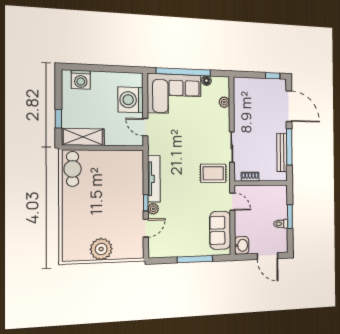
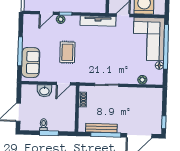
rug: (213, 173) -> (67, 52), moved
tv unit: (154, 179) -> (98, 21), moved
door: (146, 228) -> (46, 13), hinge flipped
sofa: (220, 230) -> (31, 62), moved, turned 90
washbasin: (242, 245) -> (44, 91), moved

